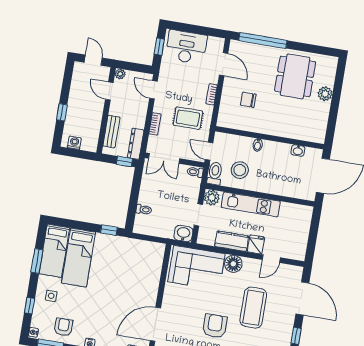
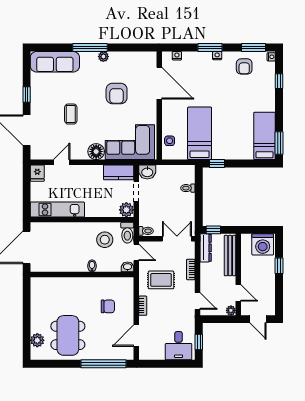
desk: (186, 47) -> (179, 346), width x0.73
door: (224, 64) -> (136, 336), hinge flipped
plant: (325, 94) -> (37, 340), moved
bench: (111, 132) -> (230, 256), width x1.36
washing machine: (74, 143) -> (263, 244), width x1.89, depth x1.89
washbasin: (298, 151) -> (127, 267), moved
kitchen unit: (251, 204) -> (57, 210), moved
kitchen counter: (232, 241) -> (119, 172), moved
fridge: (256, 244) -> (37, 173), moved
bed: (79, 258) -> (200, 133), moved
window: (37, 261) -> (279, 143), moved
side table: (51, 296) -> (170, 141), moved
coffee table: (253, 308) -> (71, 114), width x0.54, depth x0.58
door: (155, 324) -> (159, 83), hinge flipped
armchair: (215, 326) -> (117, 93), moved

